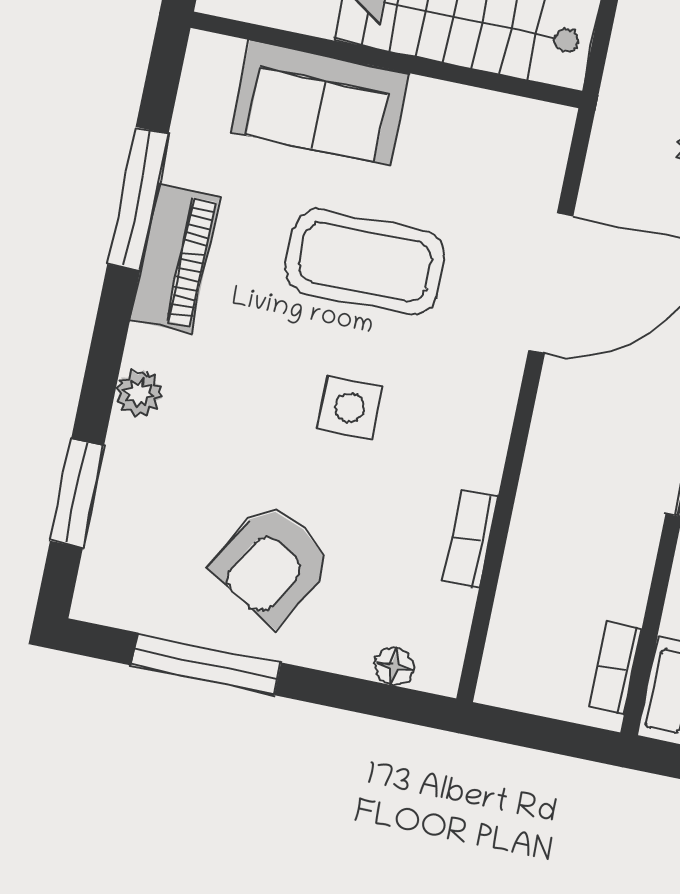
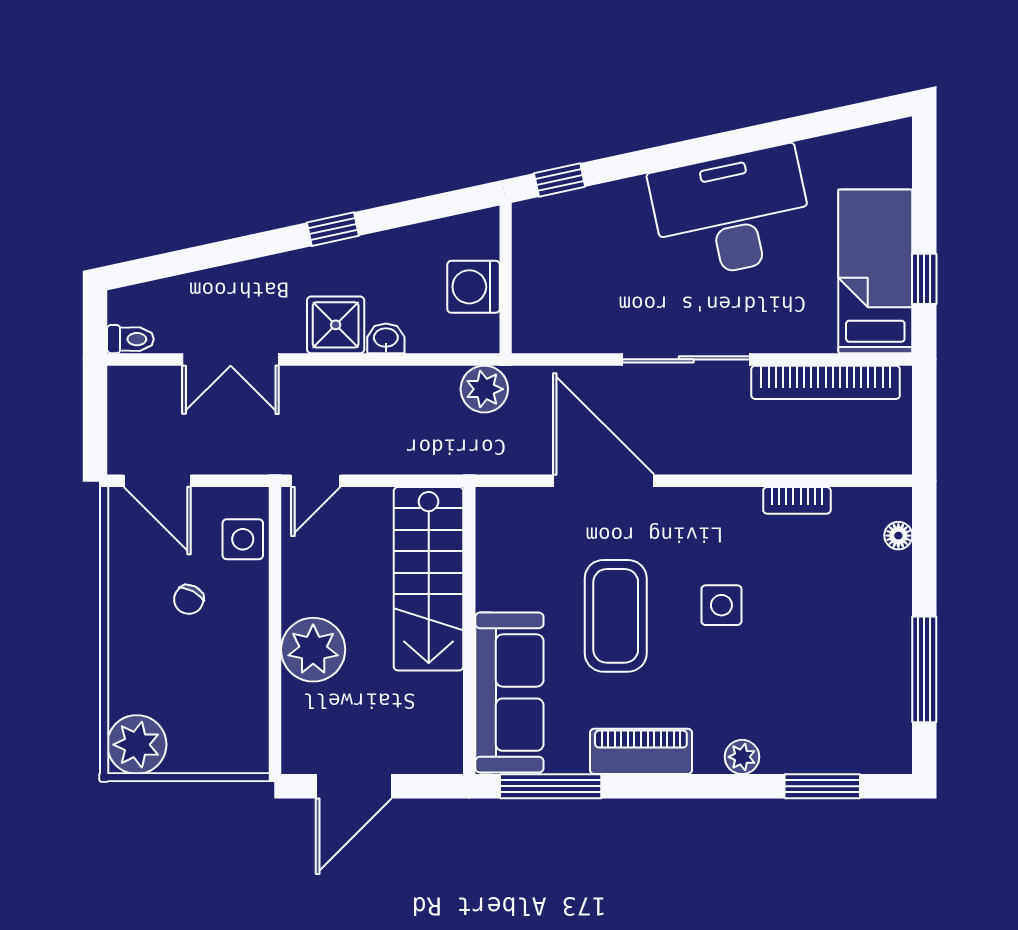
sofa: (320, 103) -> (509, 693), width x1.36
window: (138, 199) -> (551, 786), moved
armchair: (272, 564) -> (844, 637), removed
bookcase: (615, 669) -> (826, 382), width x2.31, depth x1.31

